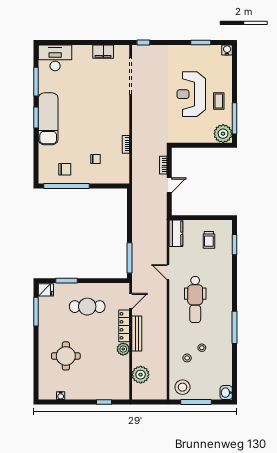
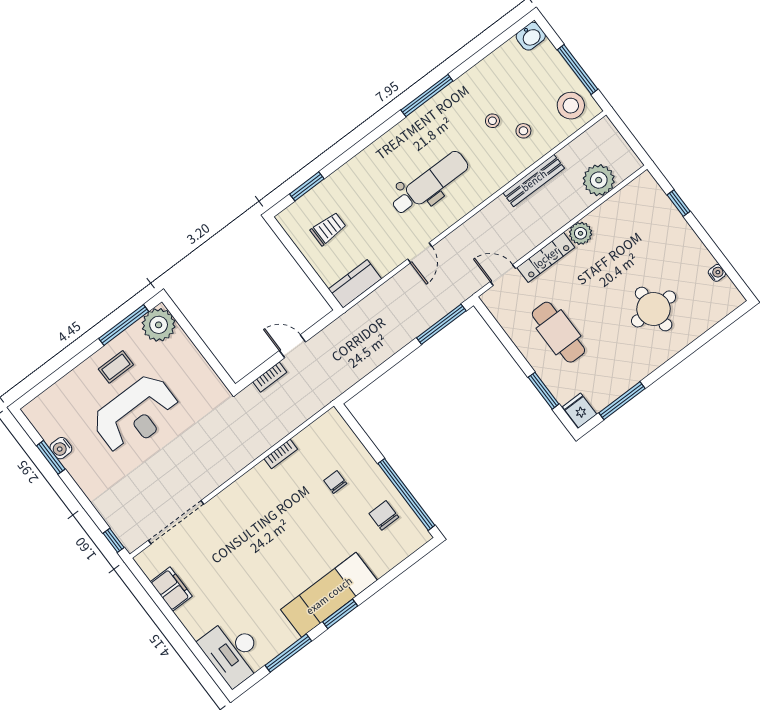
water cooler: (227, 50) -> (61, 448), moved
bench: (137, 333) -> (534, 180), moved

